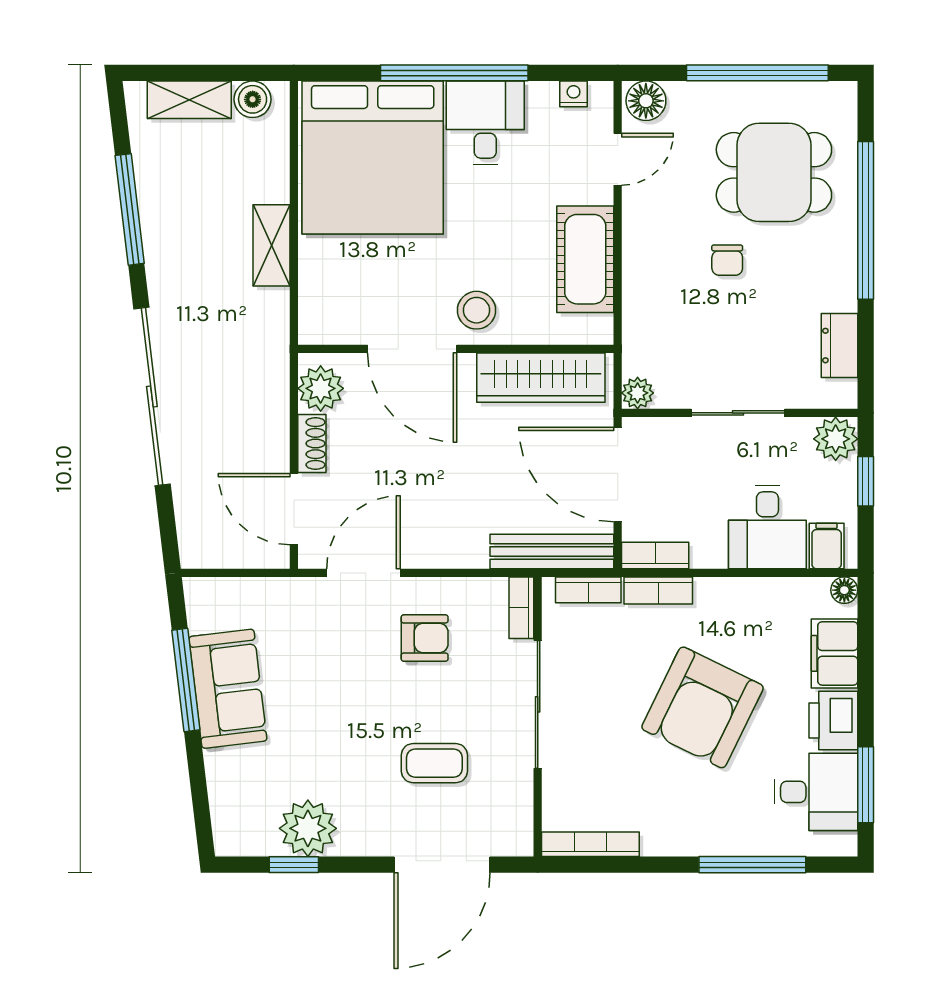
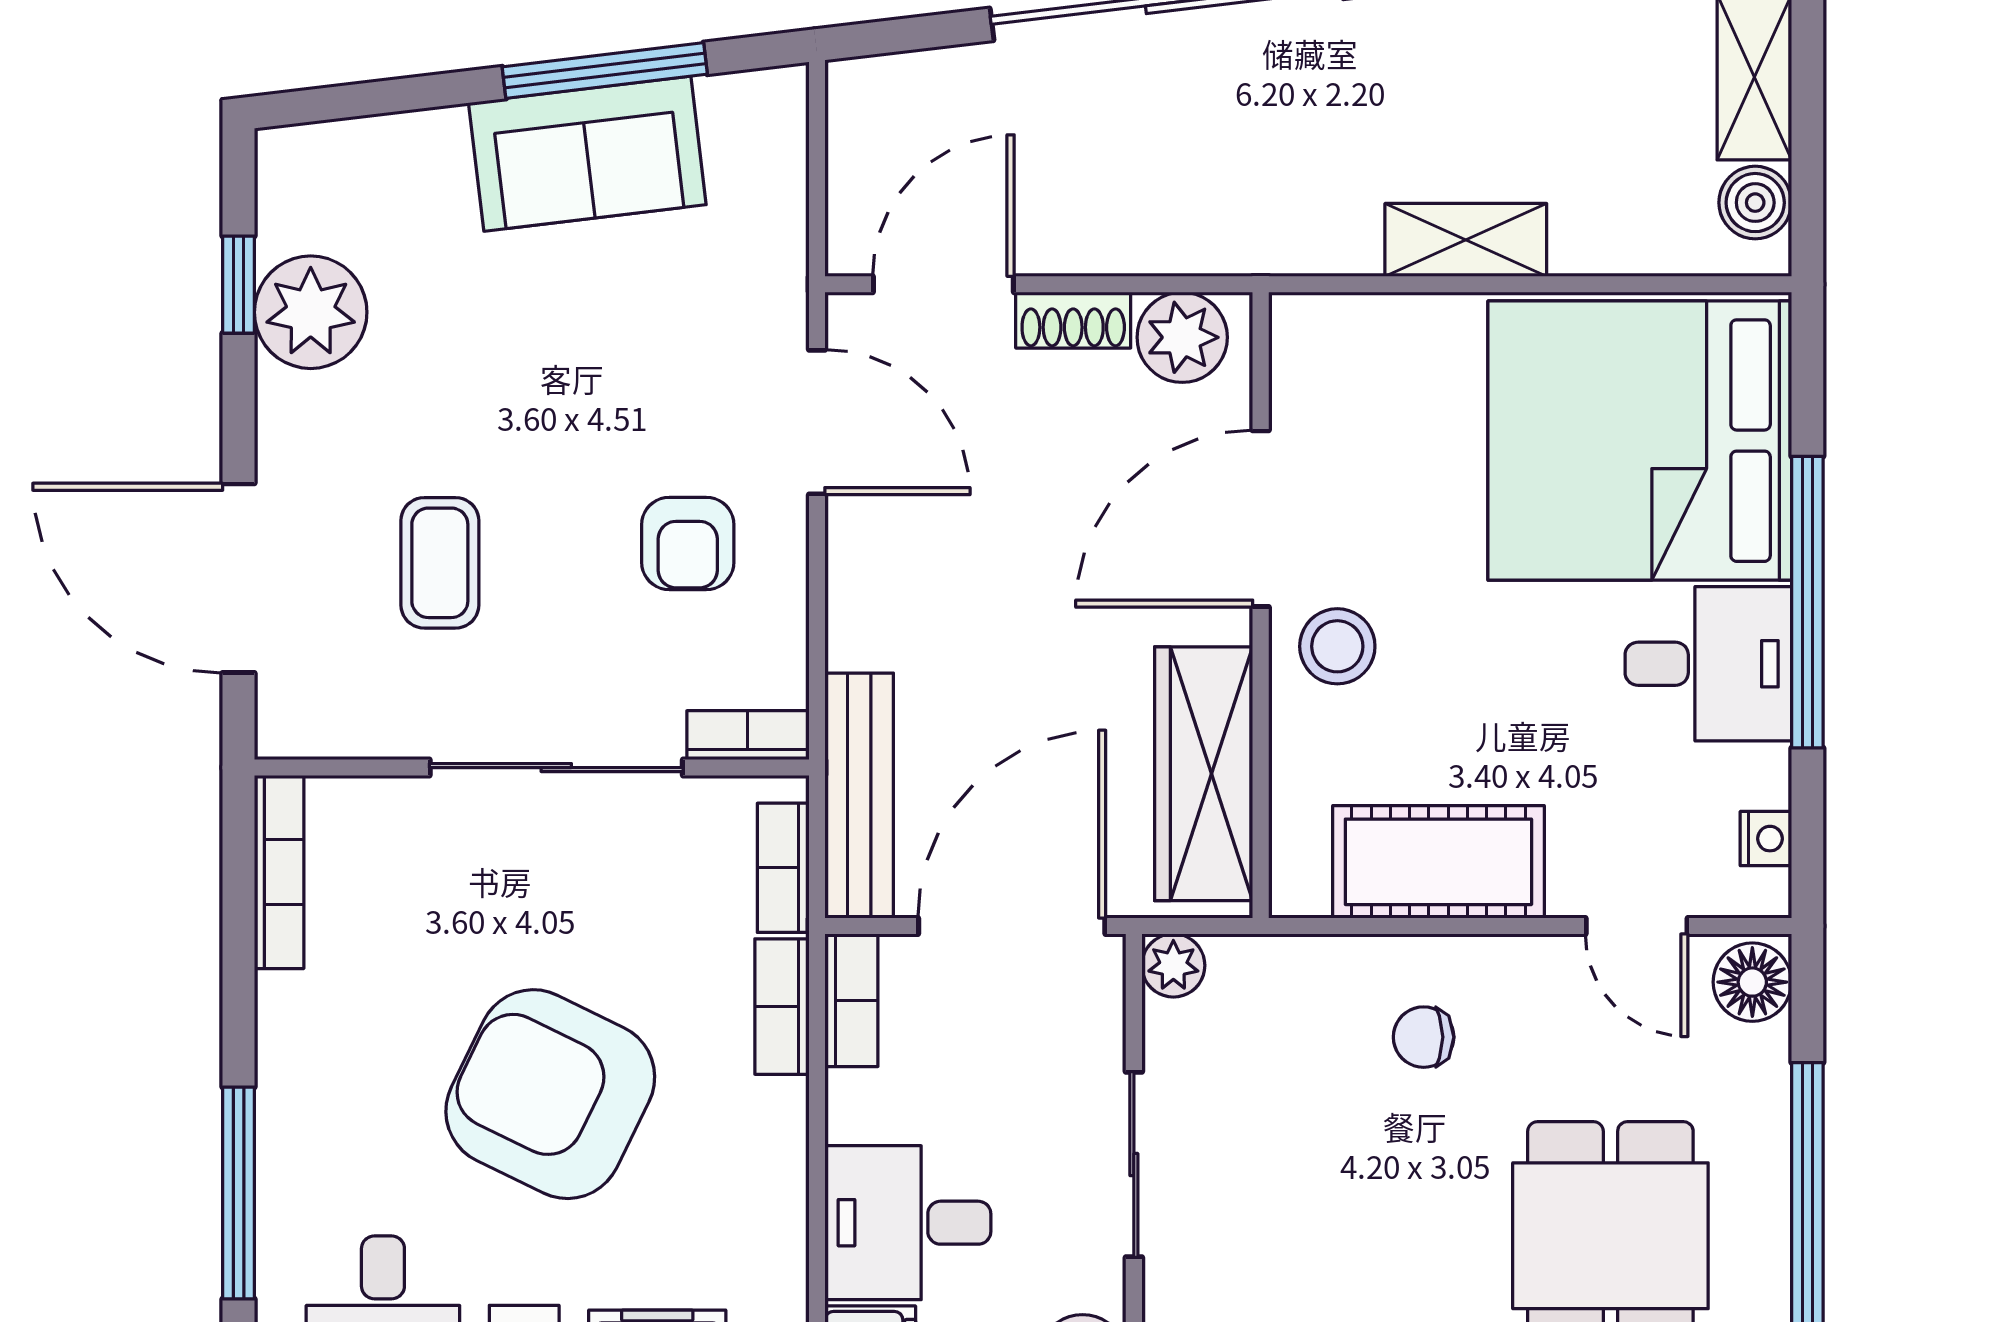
chair: (727, 260) -> (1424, 1037), moved

